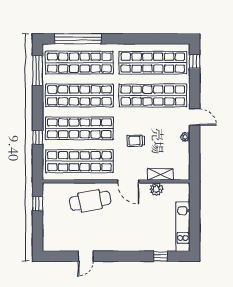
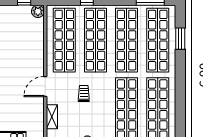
window: (78, 39) -> (180, 39), width x0.47
plant: (156, 189) -> (38, 11), moved
cafe table: (90, 201) -> (27, 50), removed

